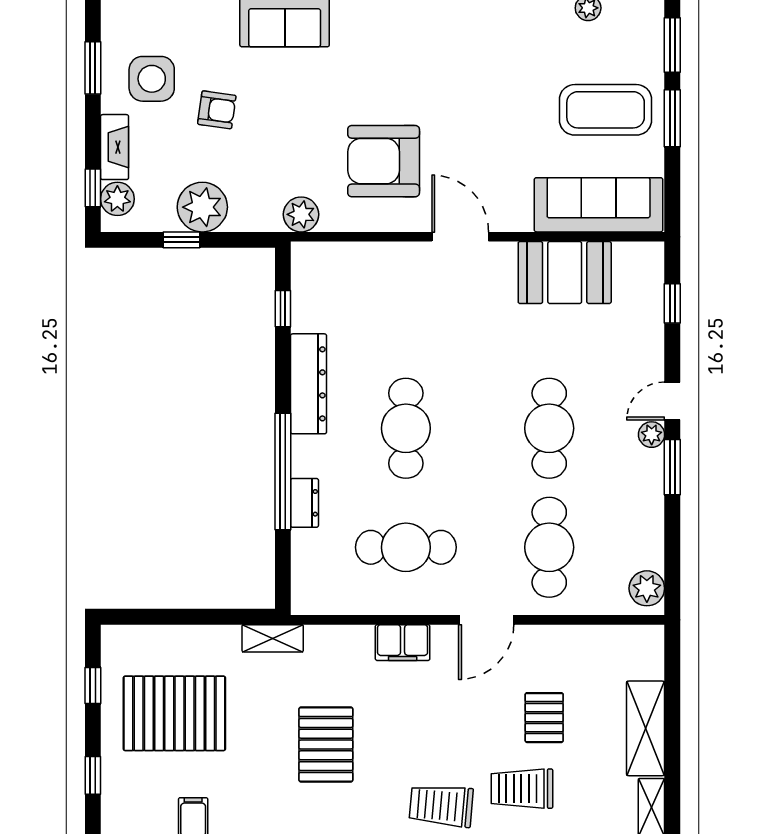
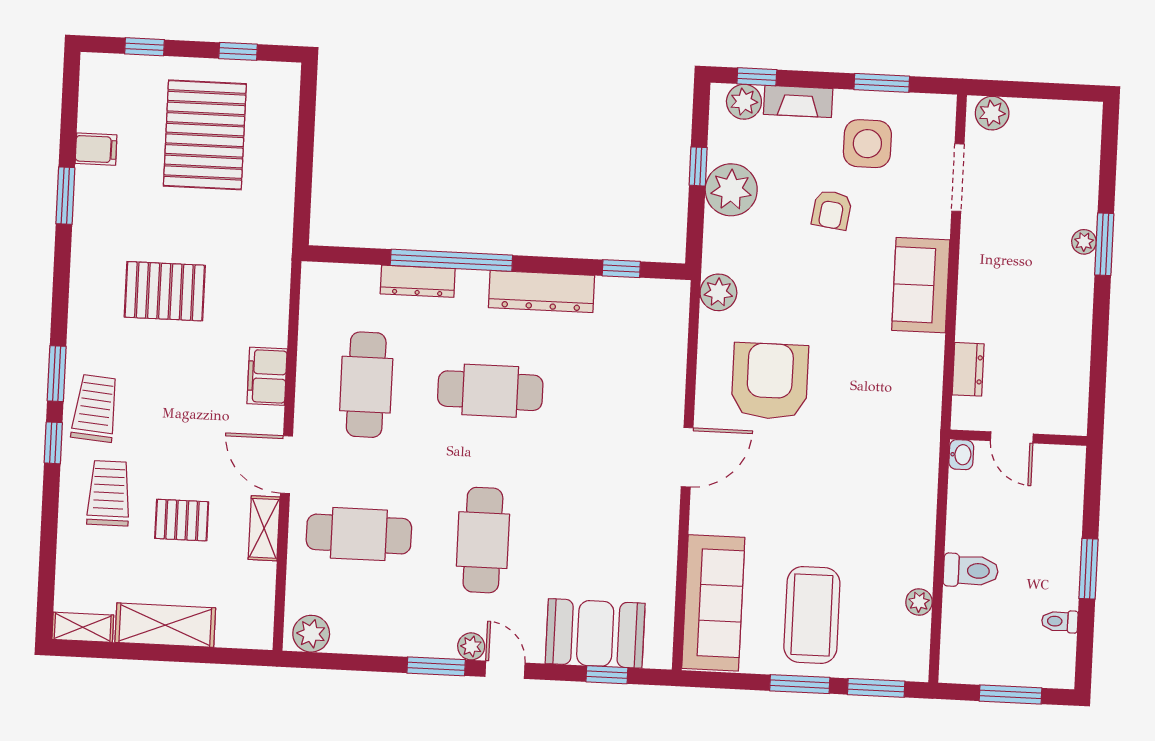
booth: (565, 272) -> (595, 633), moved, turned 90
cafe table: (549, 428) -> (483, 540), turned 90
dresser: (304, 503) -> (418, 281), width x1.44
shelving: (273, 638) -> (264, 528), moved

